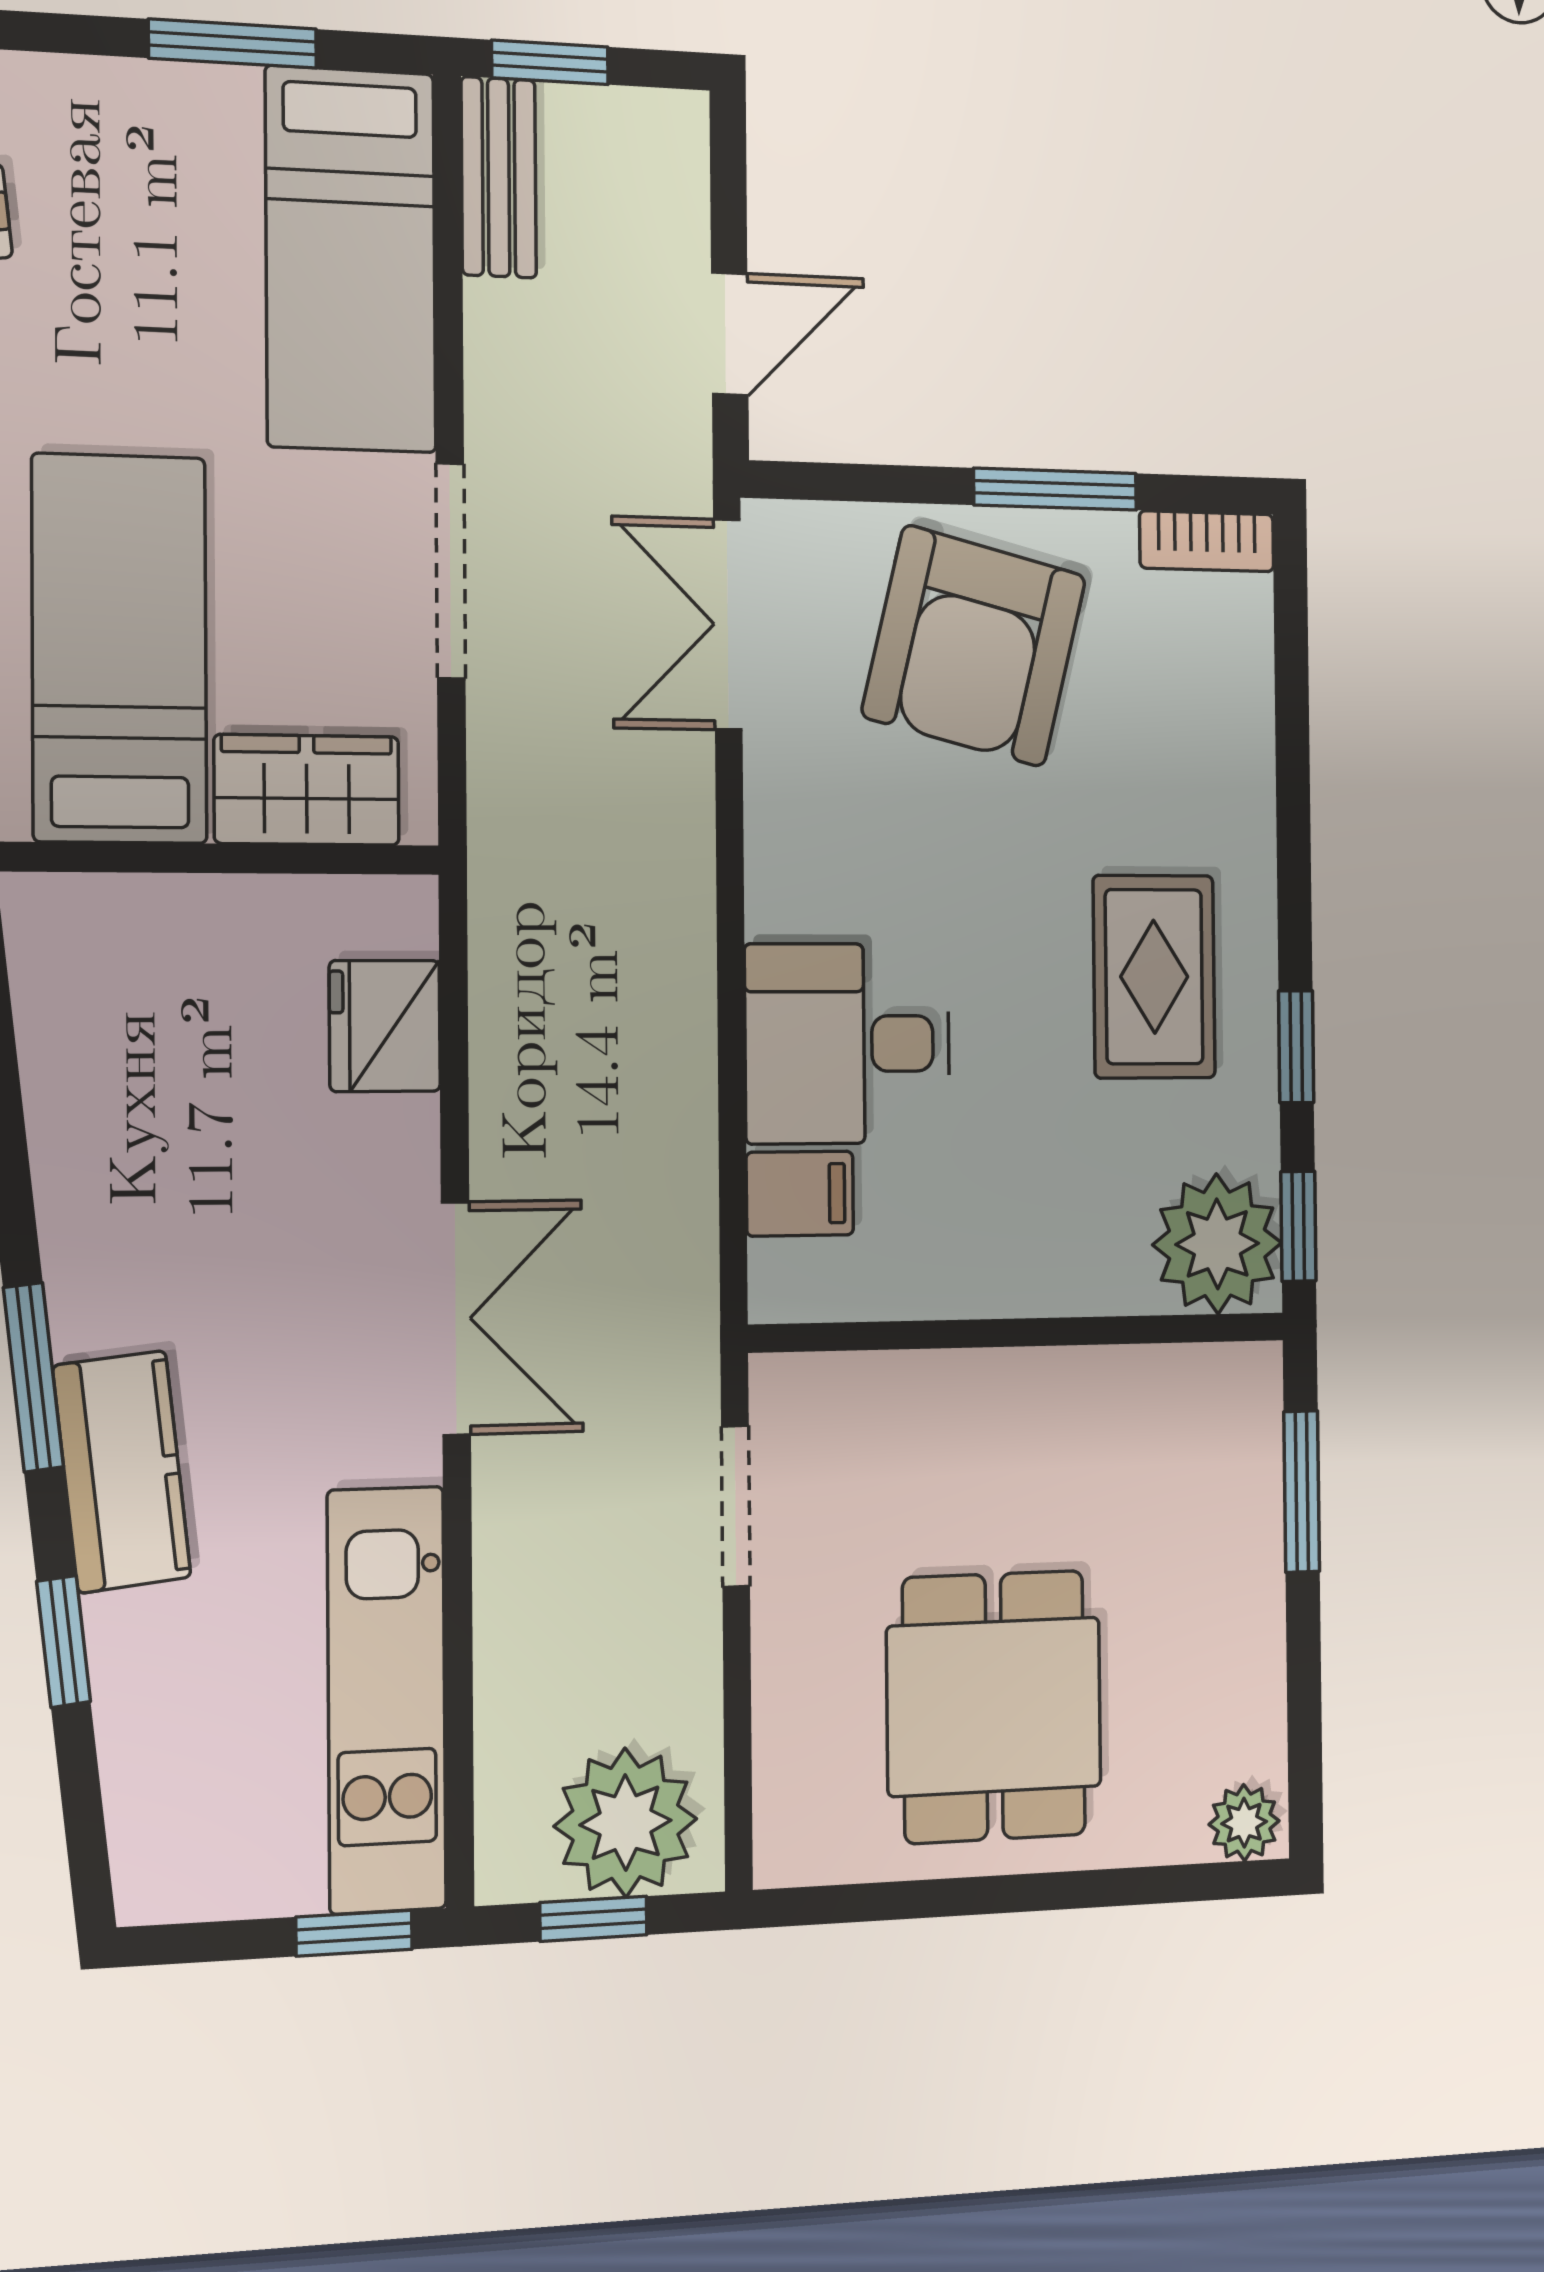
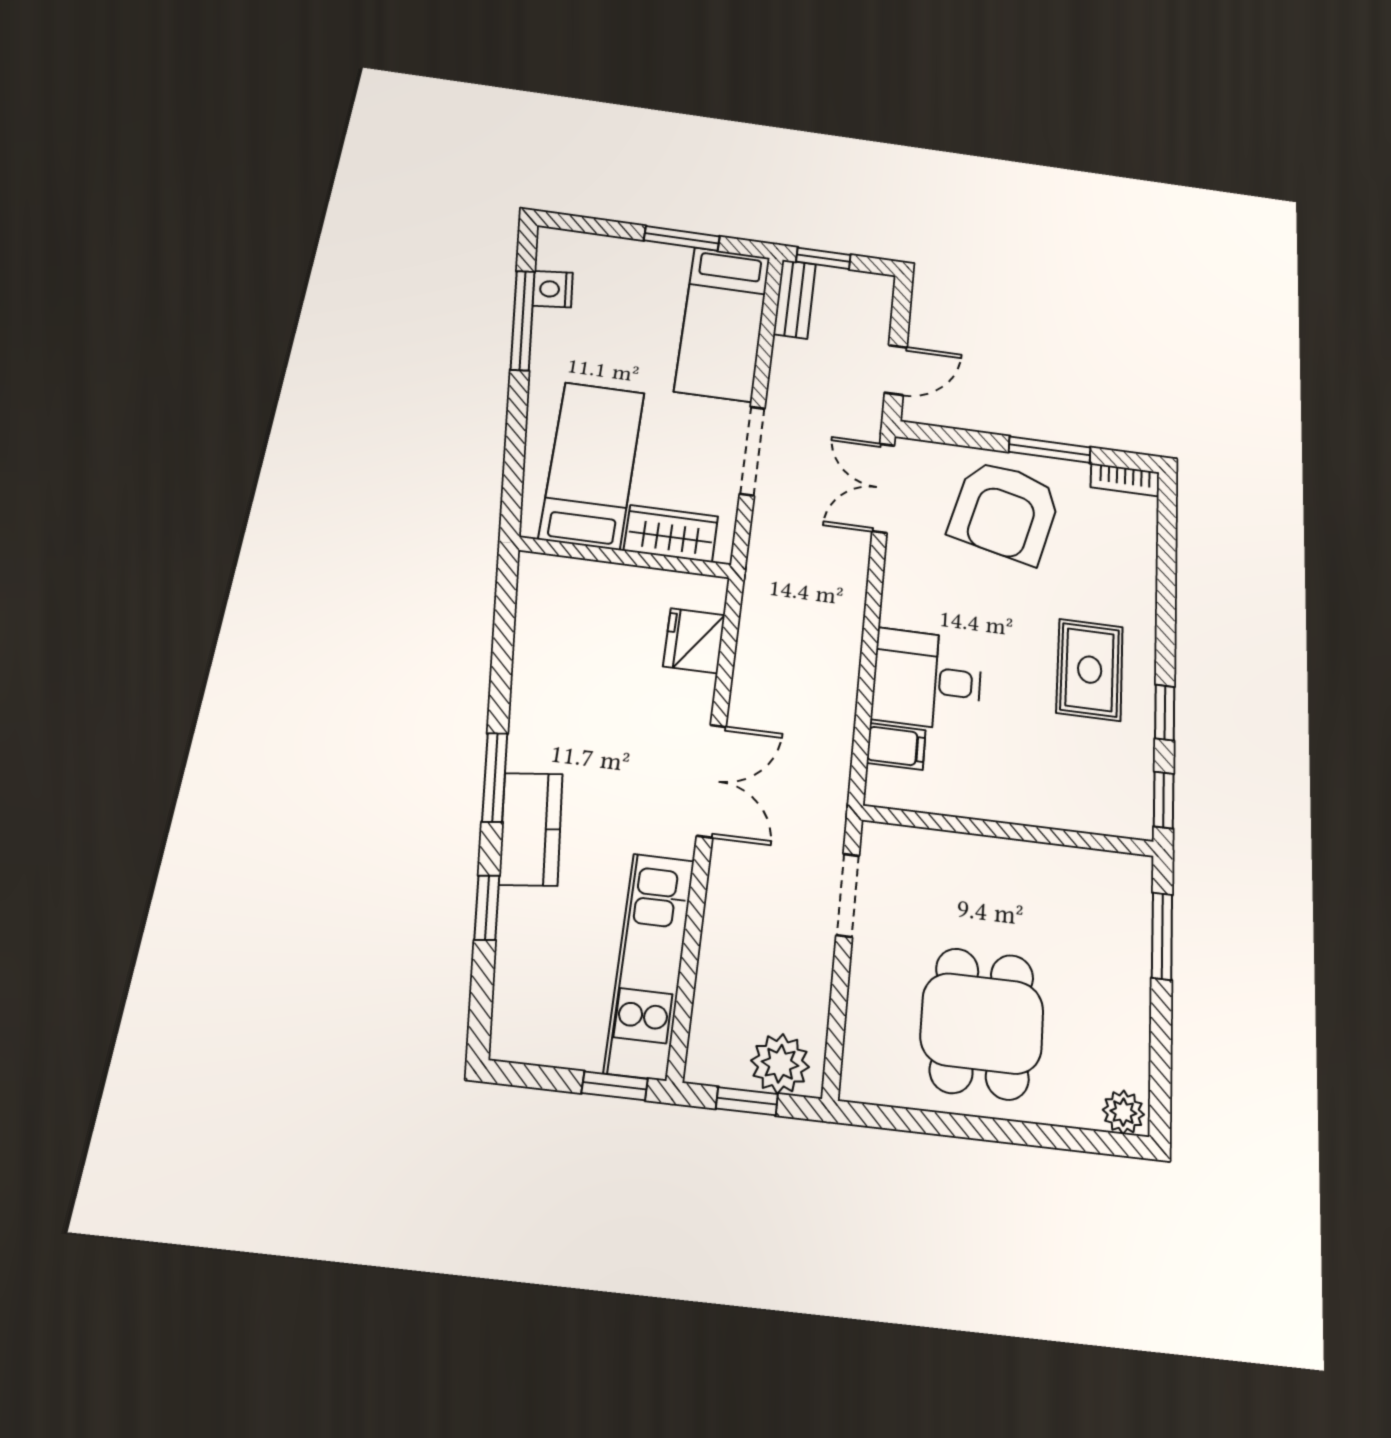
plant: (1217, 1244) -> (1119, 802), removed
plant: (626, 1823) -> (780, 1064), width x0.73, depth x0.73

